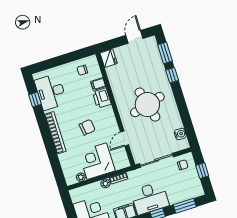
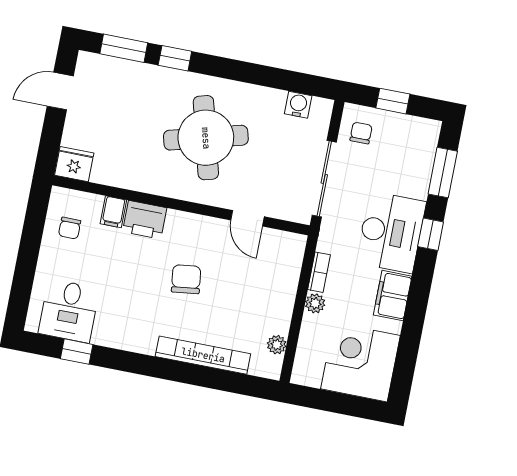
door: (134, 37) -> (60, 91), hinge flipped
desk: (51, 92) -> (69, 311), width x0.73
bookcase: (55, 133) -> (203, 355), moved
corner desk: (97, 161) -> (262, 297), removed

